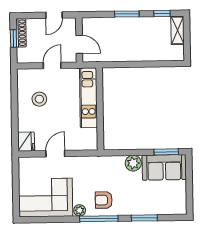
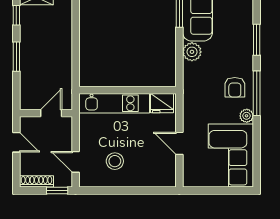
window: (13, 38) -> (57, 190), moved
door: (52, 66) -> (76, 162), moved
fridge: (26, 142) -> (162, 103), moved, turned 180

